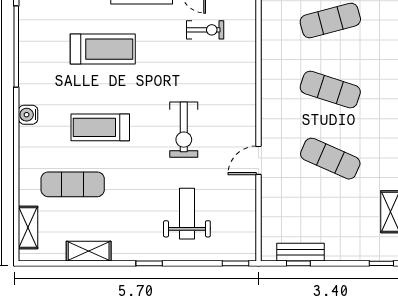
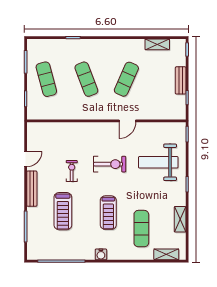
exercise bike: (205, 30) -> (72, 171), moved
treadmill: (103, 49) -> (63, 211), turned 180
exercise mat: (330, 90) -> (86, 79), turned -39
door: (258, 160) -> (127, 121), hinge flipped
weight bench: (187, 214) -> (158, 162), width x1.36, depth x1.33
bench: (300, 252) -> (181, 80), moved

